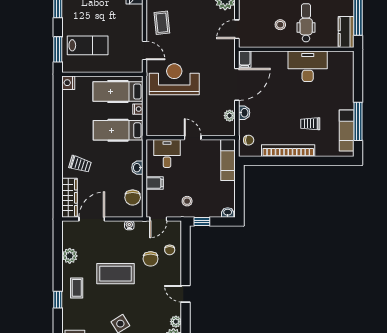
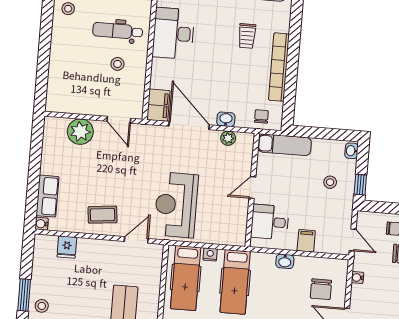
filing cabinet: (245, 59) -> (158, 105), width x2.00
chair: (133, 197) -> (321, 289), moved, turned 90
stool: (187, 201) -> (330, 182), moved

